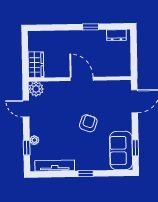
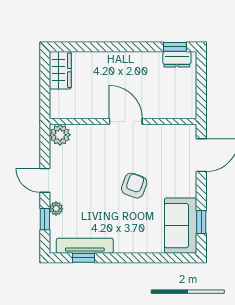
window: (91, 27) -> (175, 47), moved
wardrobe: (36, 65) -> (60, 70), moved
door: (26, 109) -> (45, 180), moved
window: (86, 174) -> (84, 258), moved

